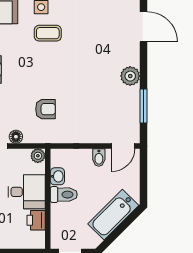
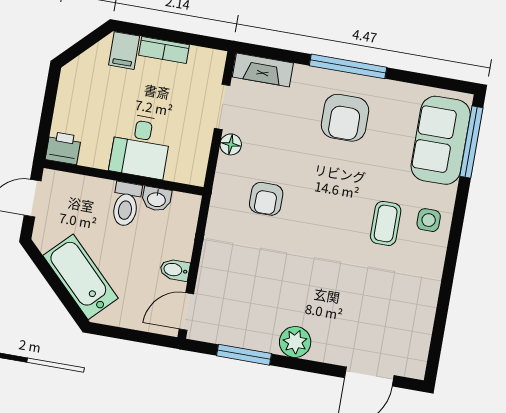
door: (123, 146) -> (186, 312), hinge flipped
plant: (38, 156) -> (194, 174), removed
printer: (36, 220) -> (63, 148), moved

